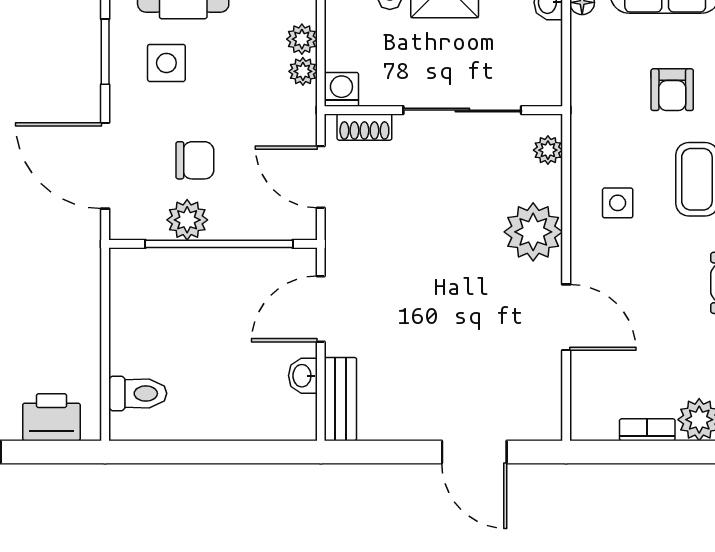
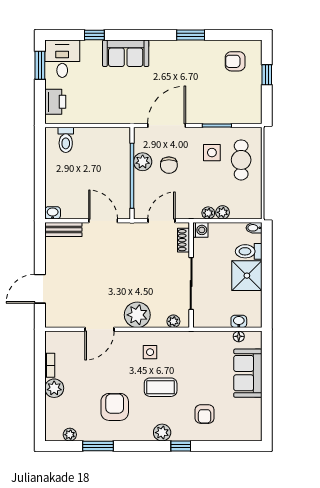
armchair: (672, 90) -> (200, 376), removed
washbasin: (303, 376) -> (53, 213), moved

